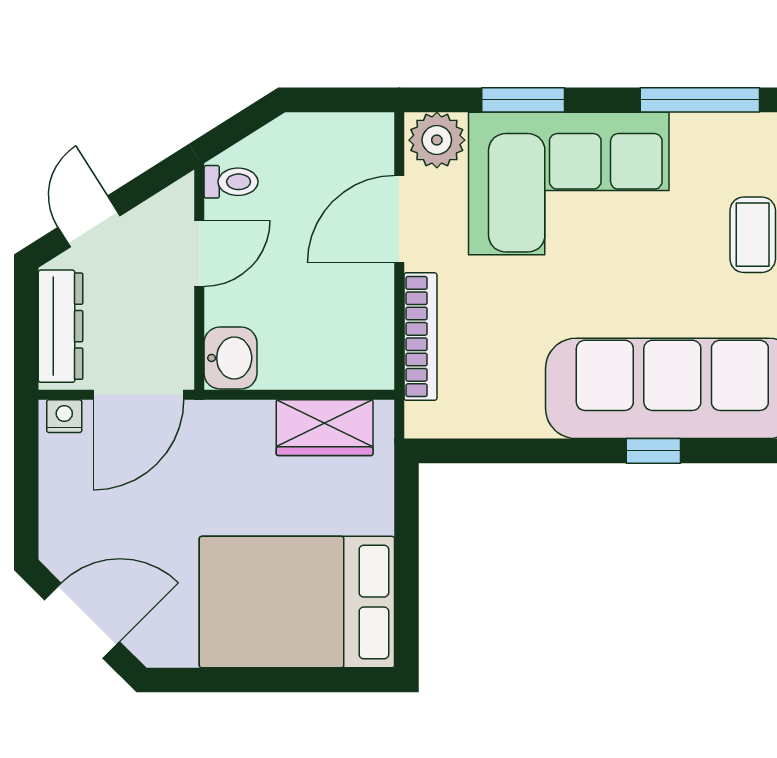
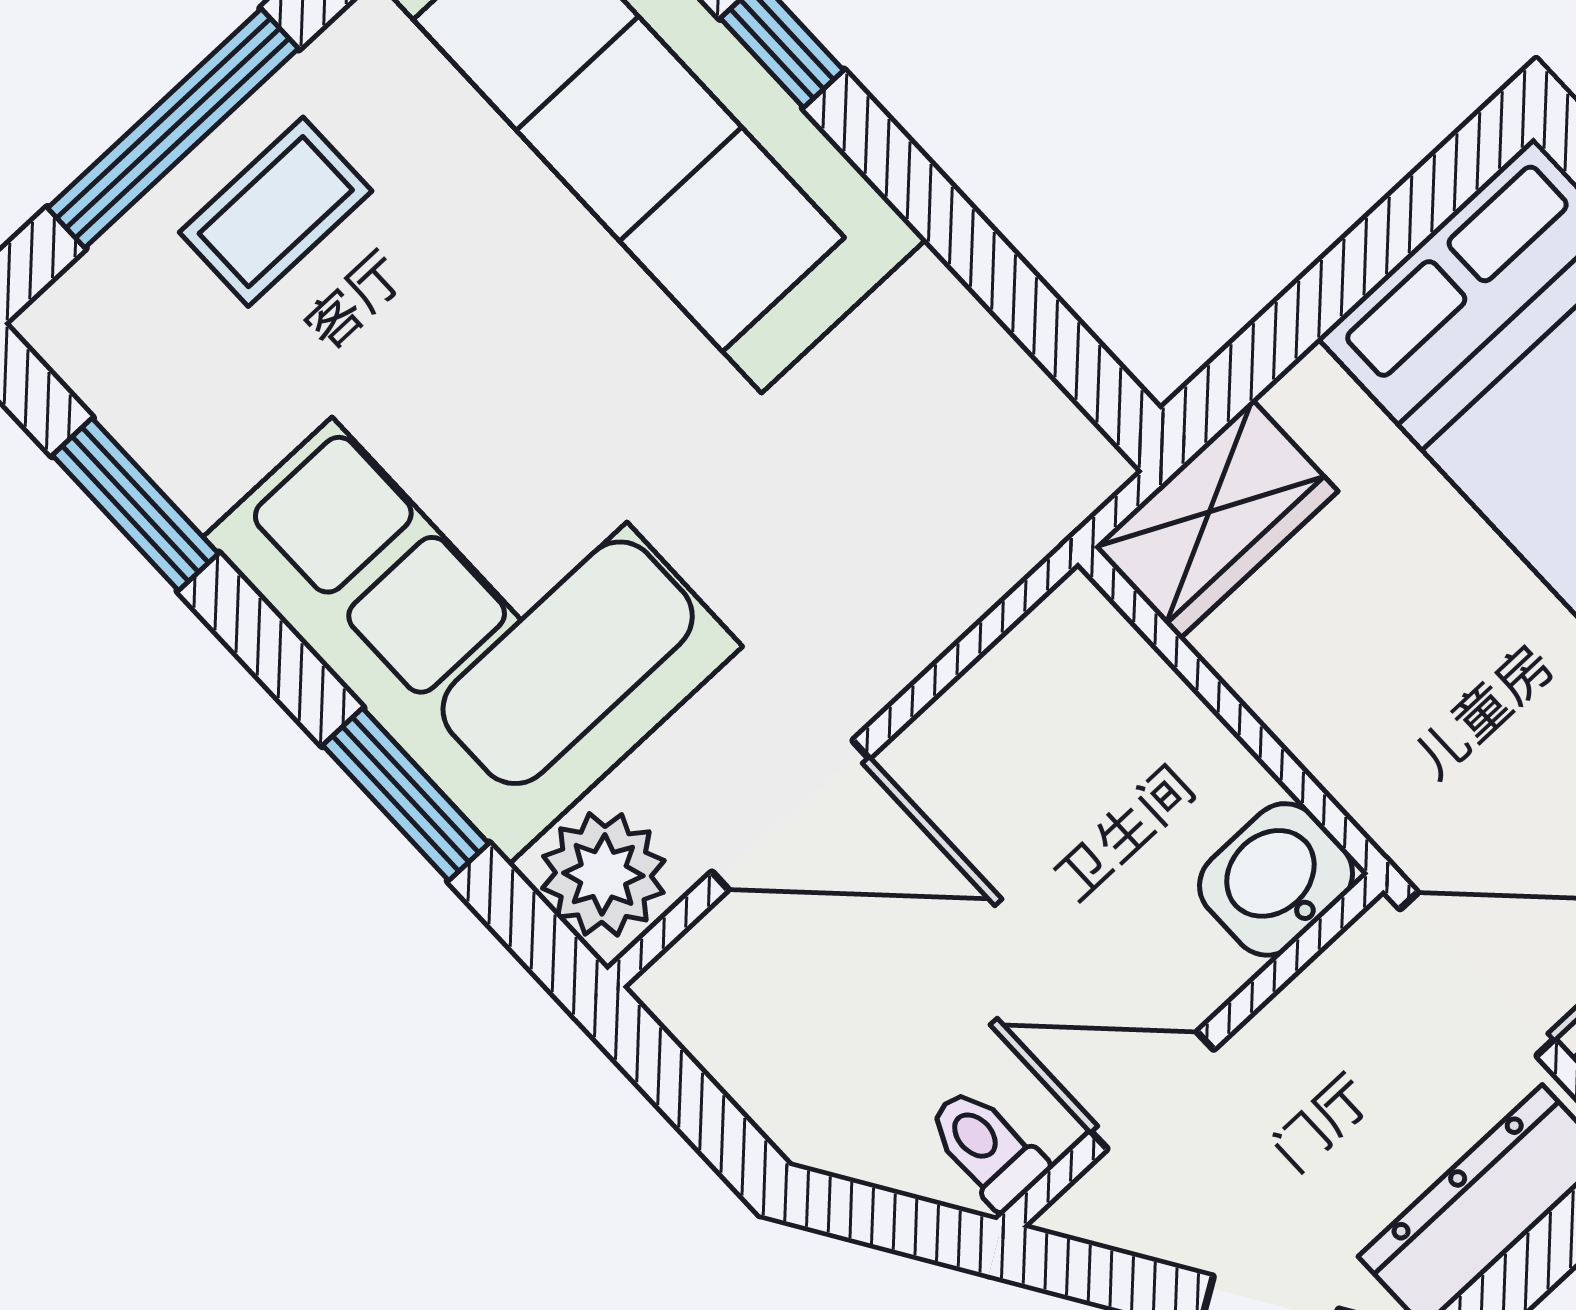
window: (700, 100) -> (135, 504), width x0.69
bookcase: (420, 337) -> (951, 601), removed
wardrobe: (325, 428) -> (1216, 519), moved, turned 90

